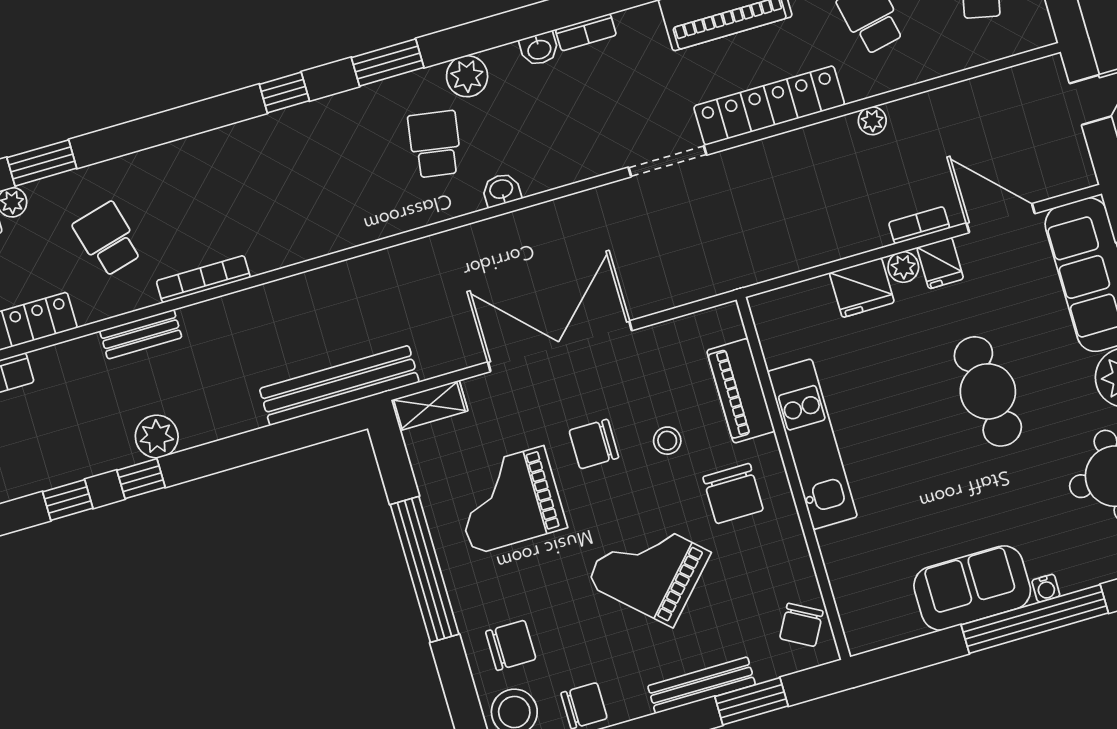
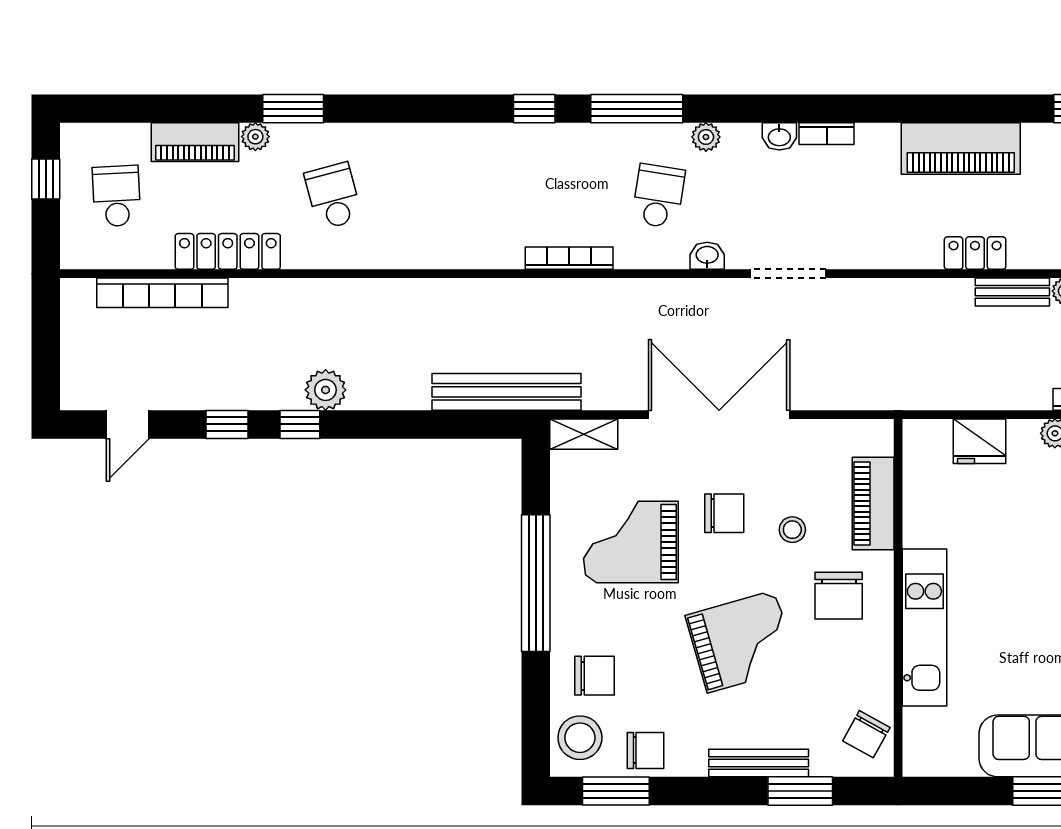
window: (388, 62) -> (637, 109), width x1.44
plant: (467, 76) -> (706, 137), width x0.73, depth x0.73
locker: (769, 106) -> (975, 253), width x0.46, depth x0.83
doorway: (668, 161) -> (788, 274), moved
bookcase: (203, 279) -> (569, 258), moved
fridge: (862, 288) -> (979, 441), moved
bench: (141, 334) -> (1012, 292), moved
chair: (594, 444) -> (724, 513), turned 180
kitchen unit: (812, 444) -> (924, 627), moved
grand piano: (648, 568) -> (741, 642), turned 121

